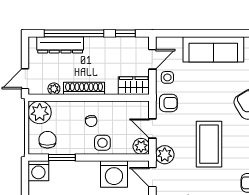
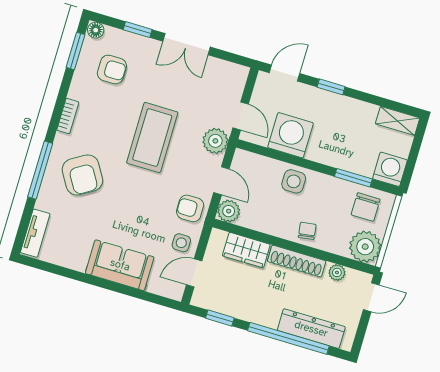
sofa: (213, 49) -> (120, 265), width x0.73
wardrobe: (134, 86) -> (246, 250), moved
chair: (91, 121) -> (307, 231), moved
plant: (141, 146) -> (229, 211), moved

